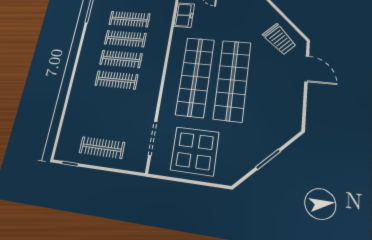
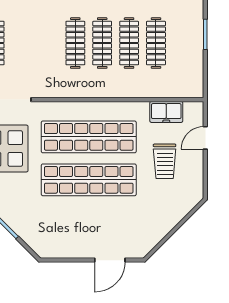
trolley: (279, 39) -> (165, 161), moved, turned -45

